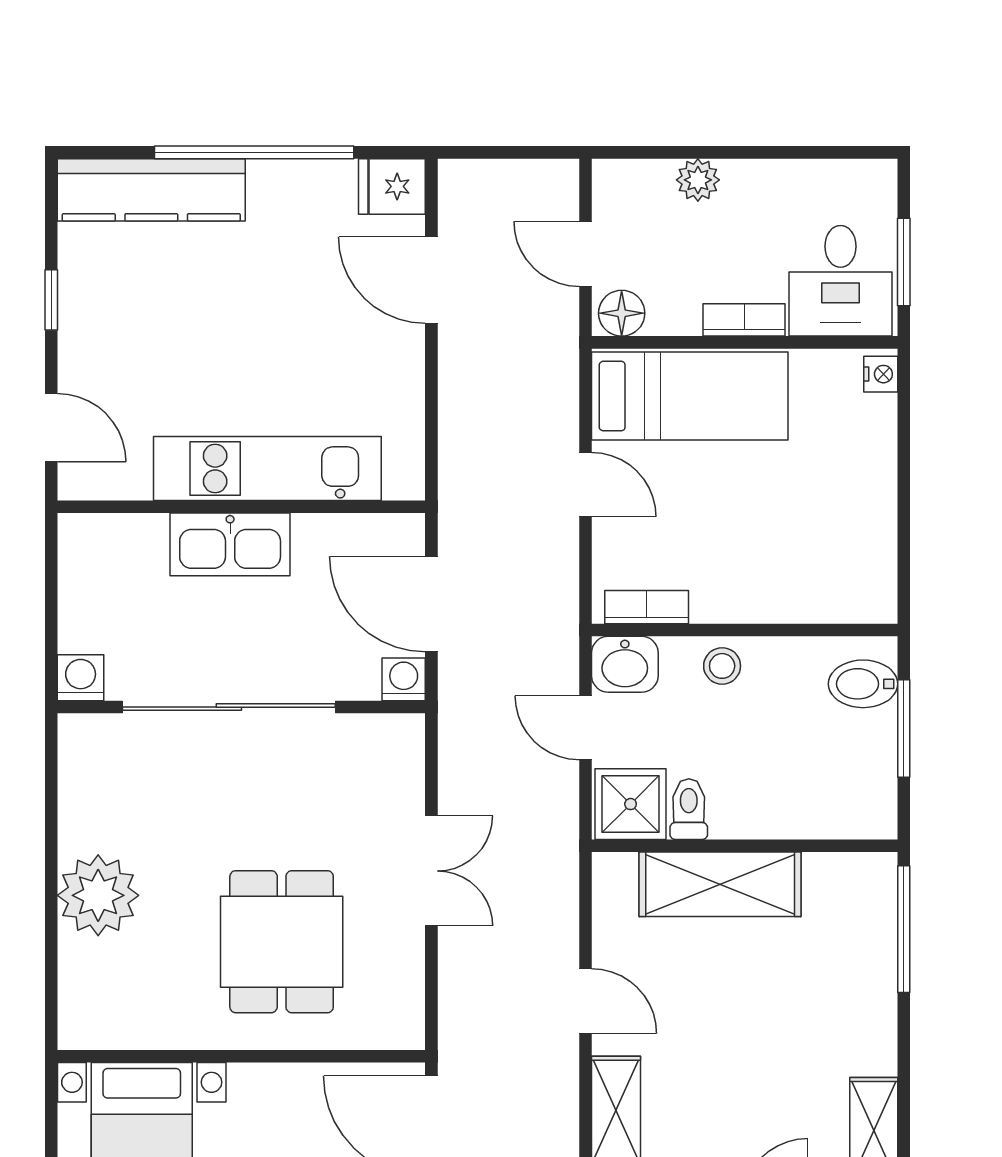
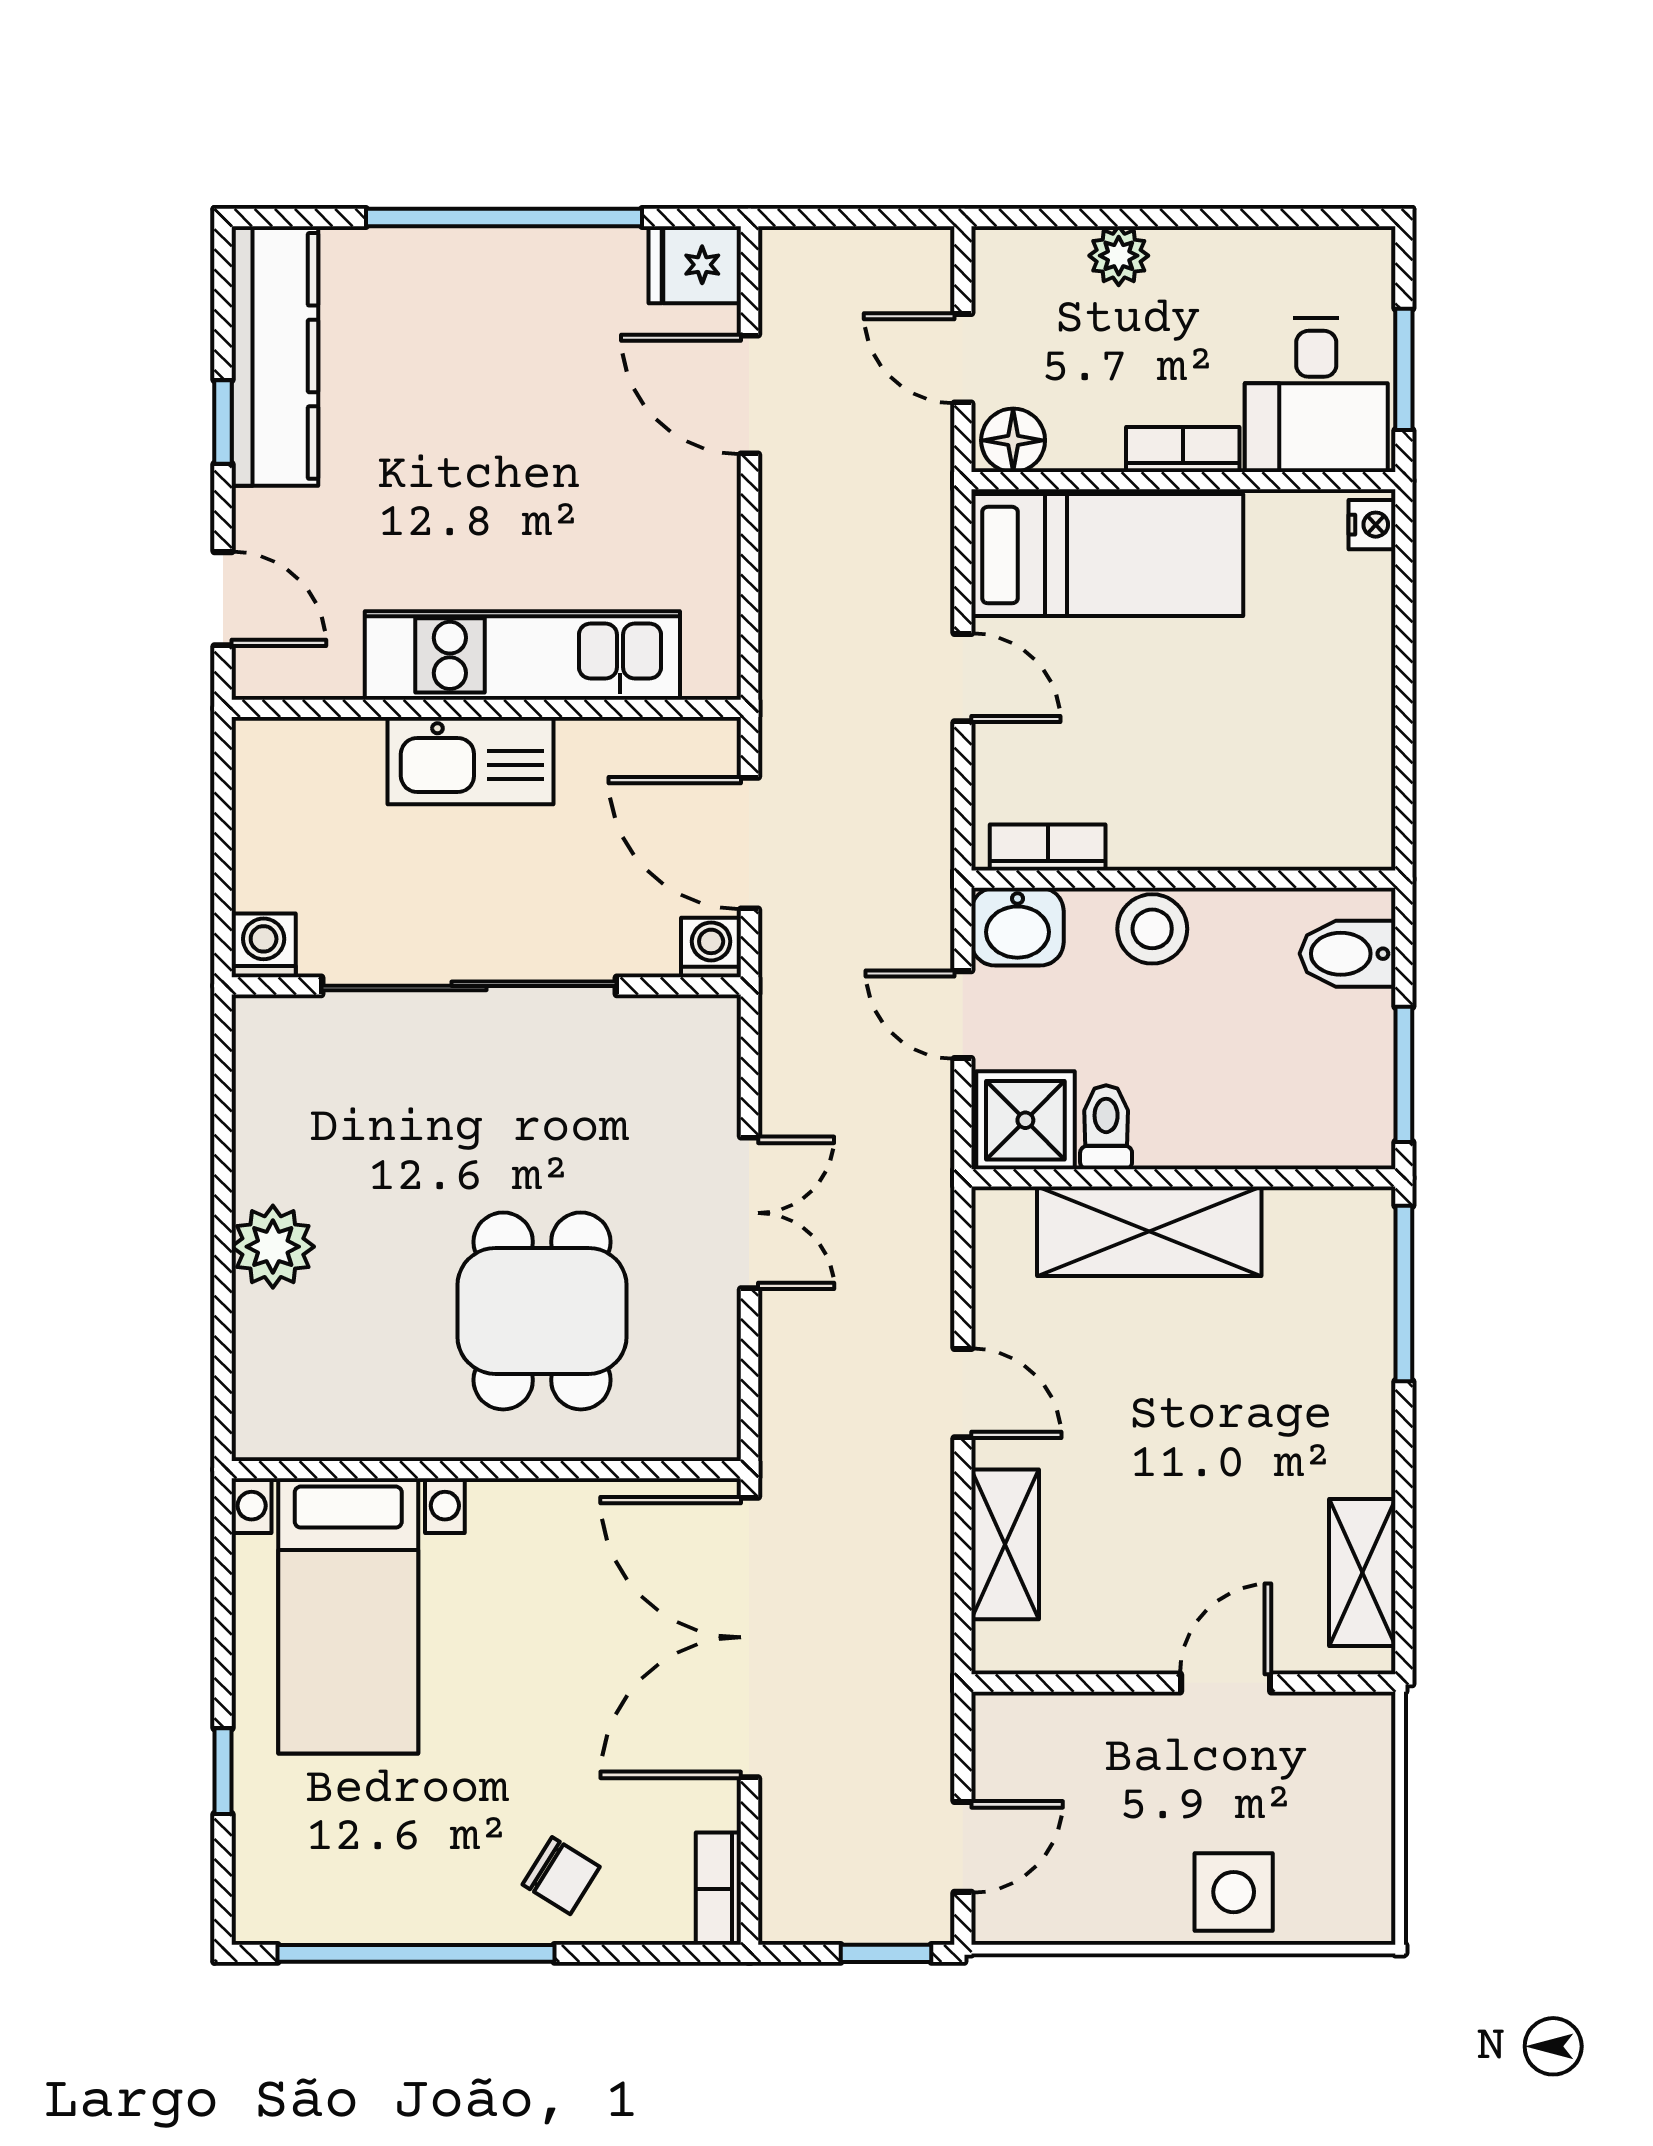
kitchen counter: (151, 190) -> (275, 356), moved, turned -90
stool: (722, 666) -> (1152, 929), width x1.37, depth x1.37
window: (904, 728) -> (1404, 1074), moved
plant: (98, 895) -> (273, 1247), width x0.73, depth x0.73

